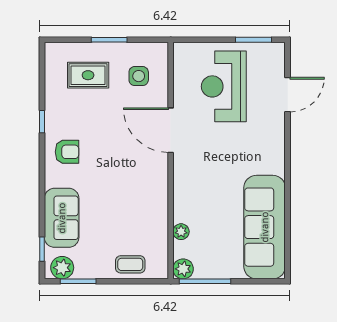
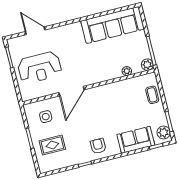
rug: (88, 75) -> (52, 145), turned 90

